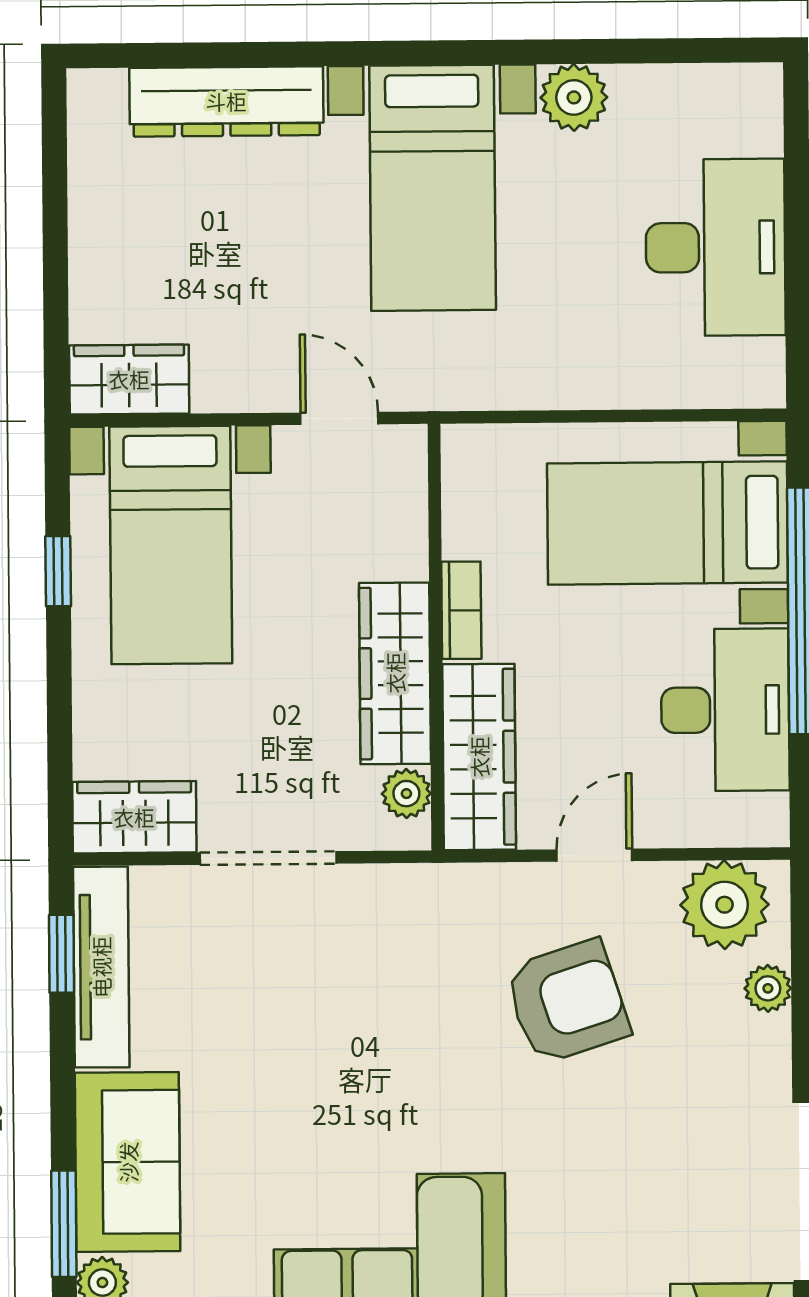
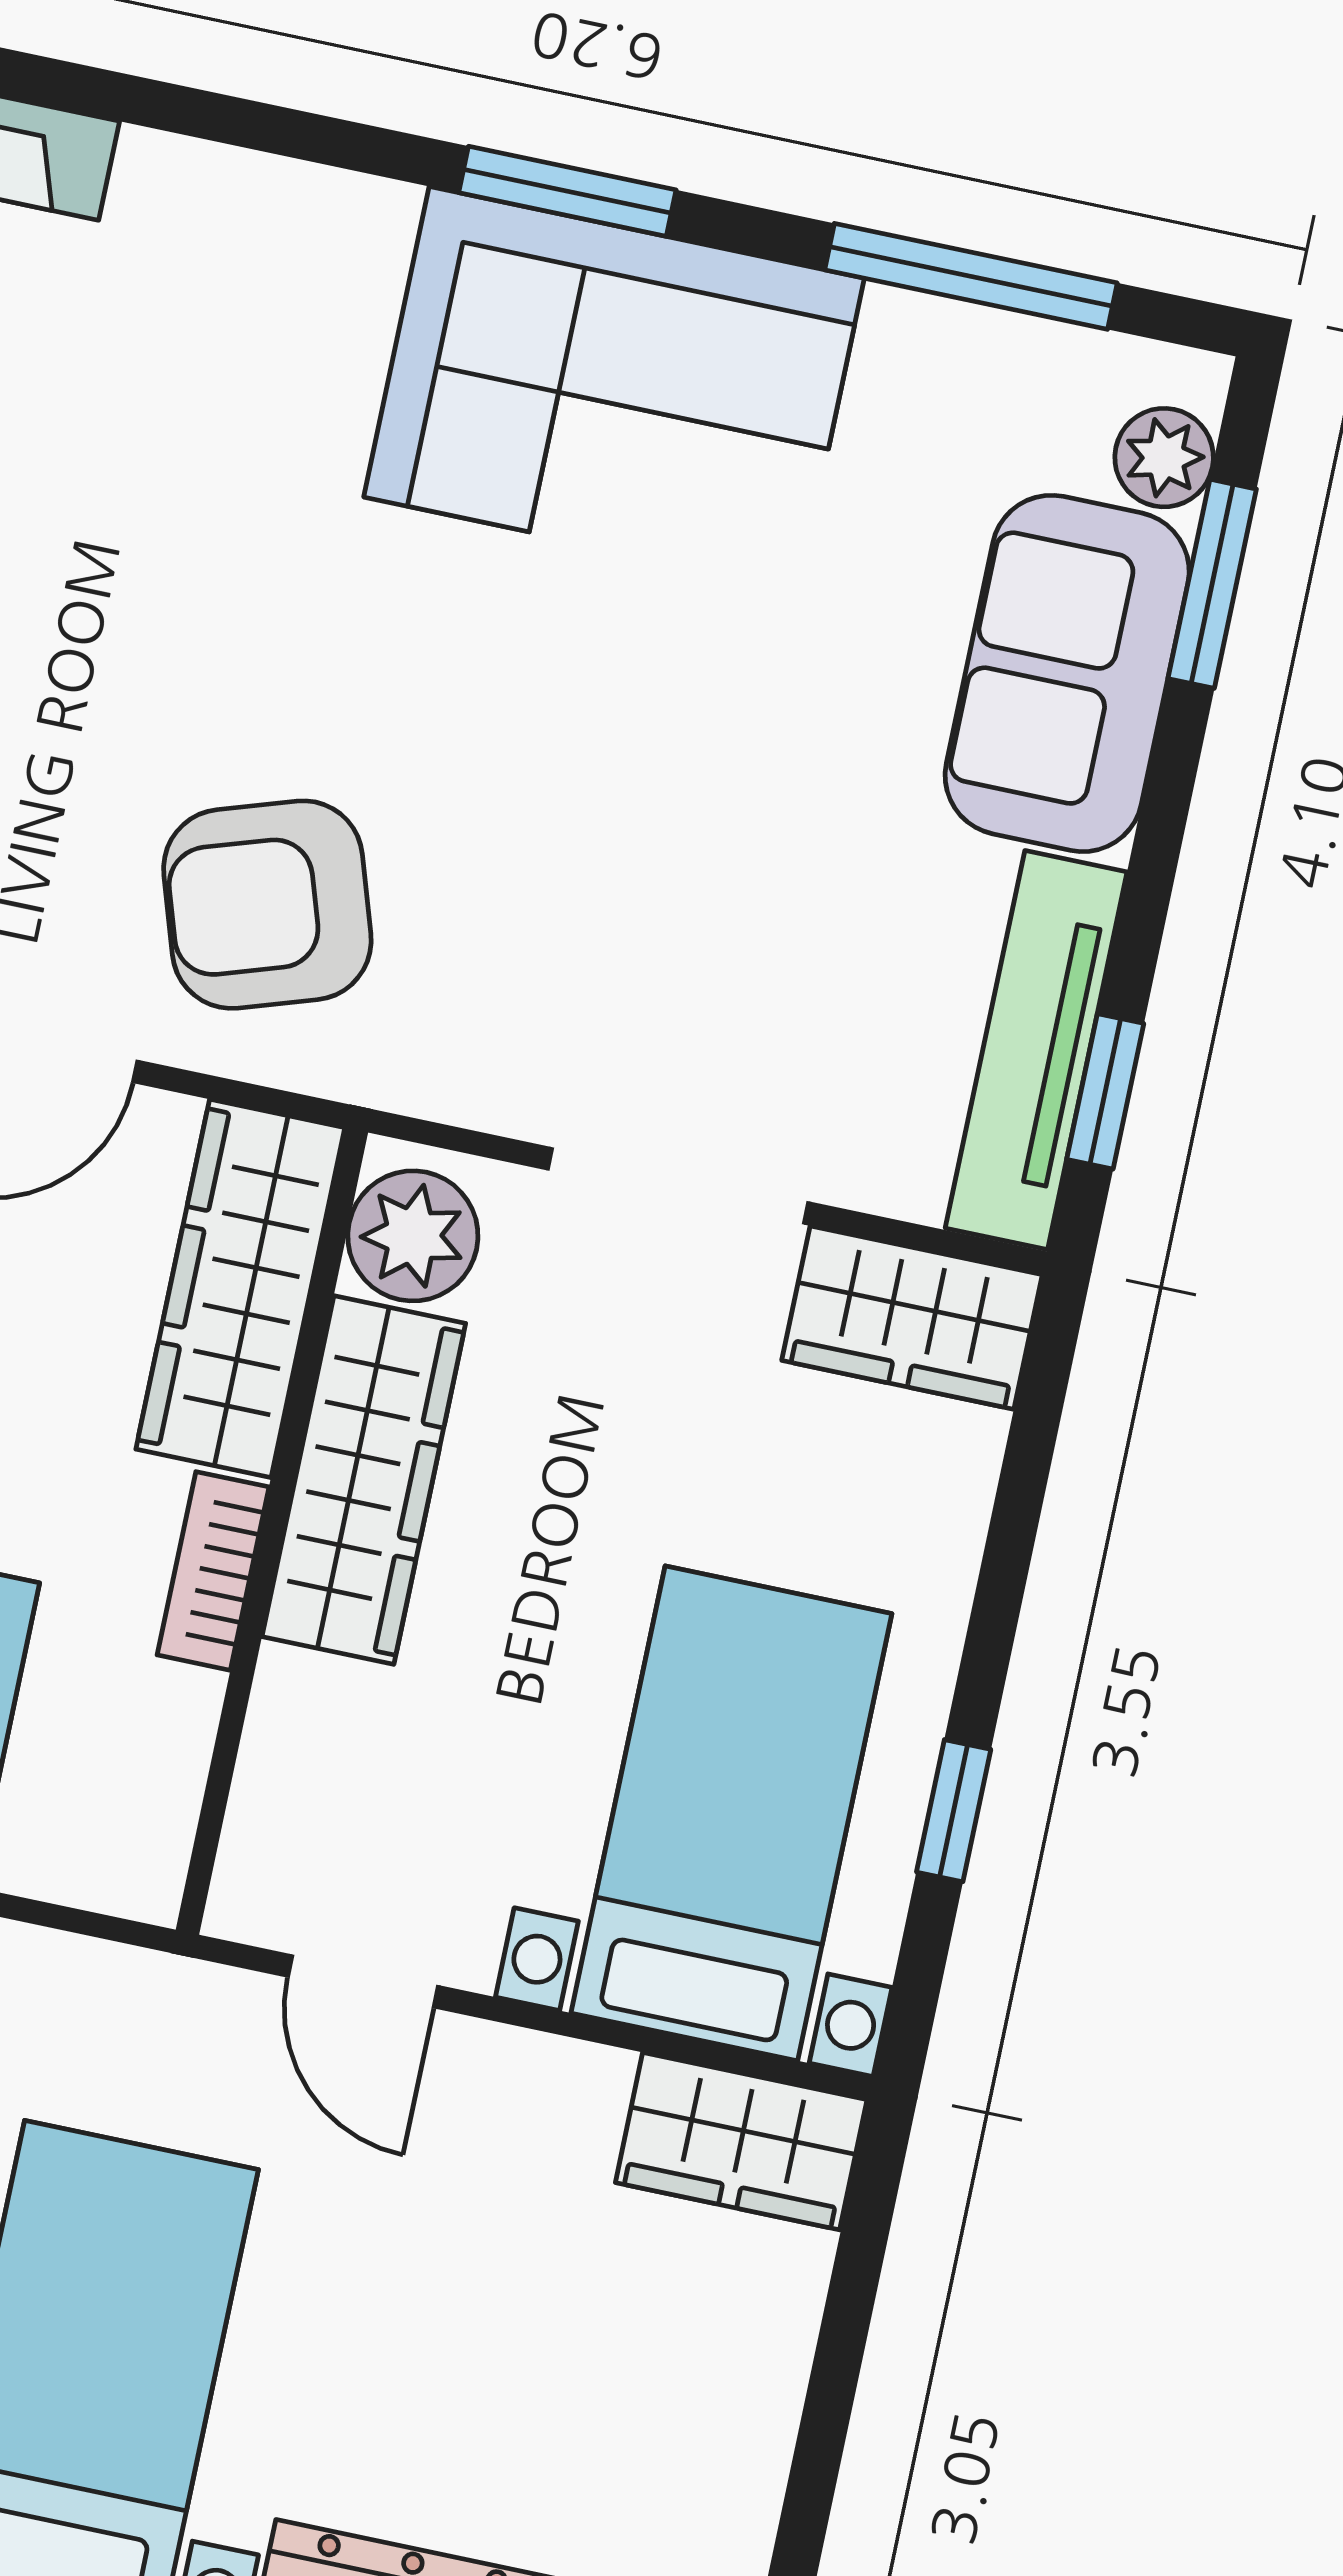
plant: (406, 794) -> (413, 1236), width x1.38, depth x1.38
armchair: (567, 1002) -> (267, 905), moved

